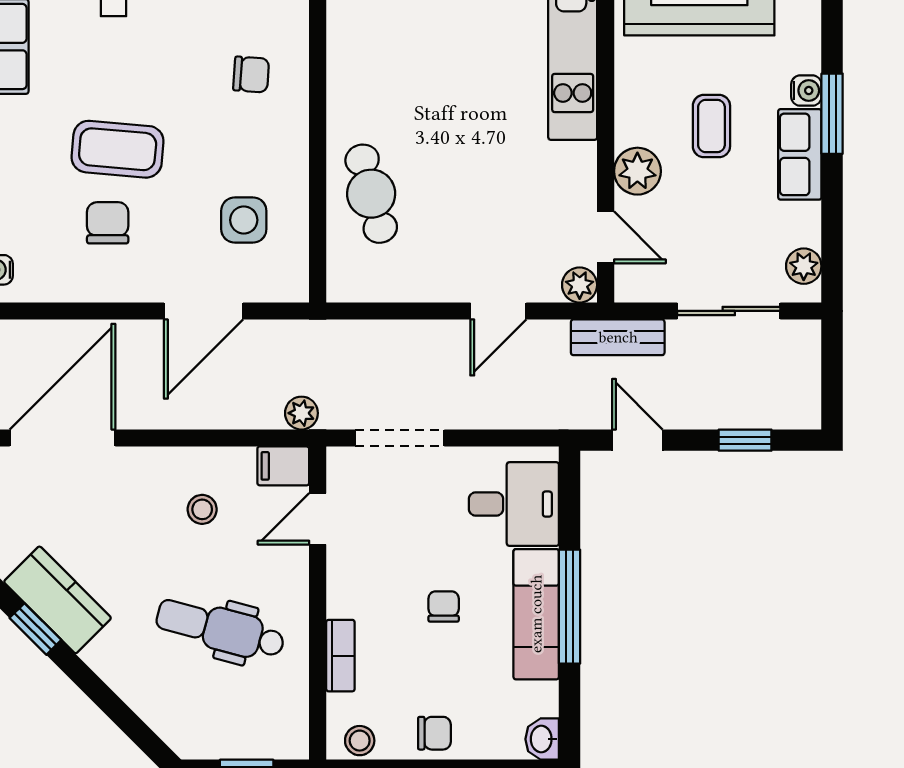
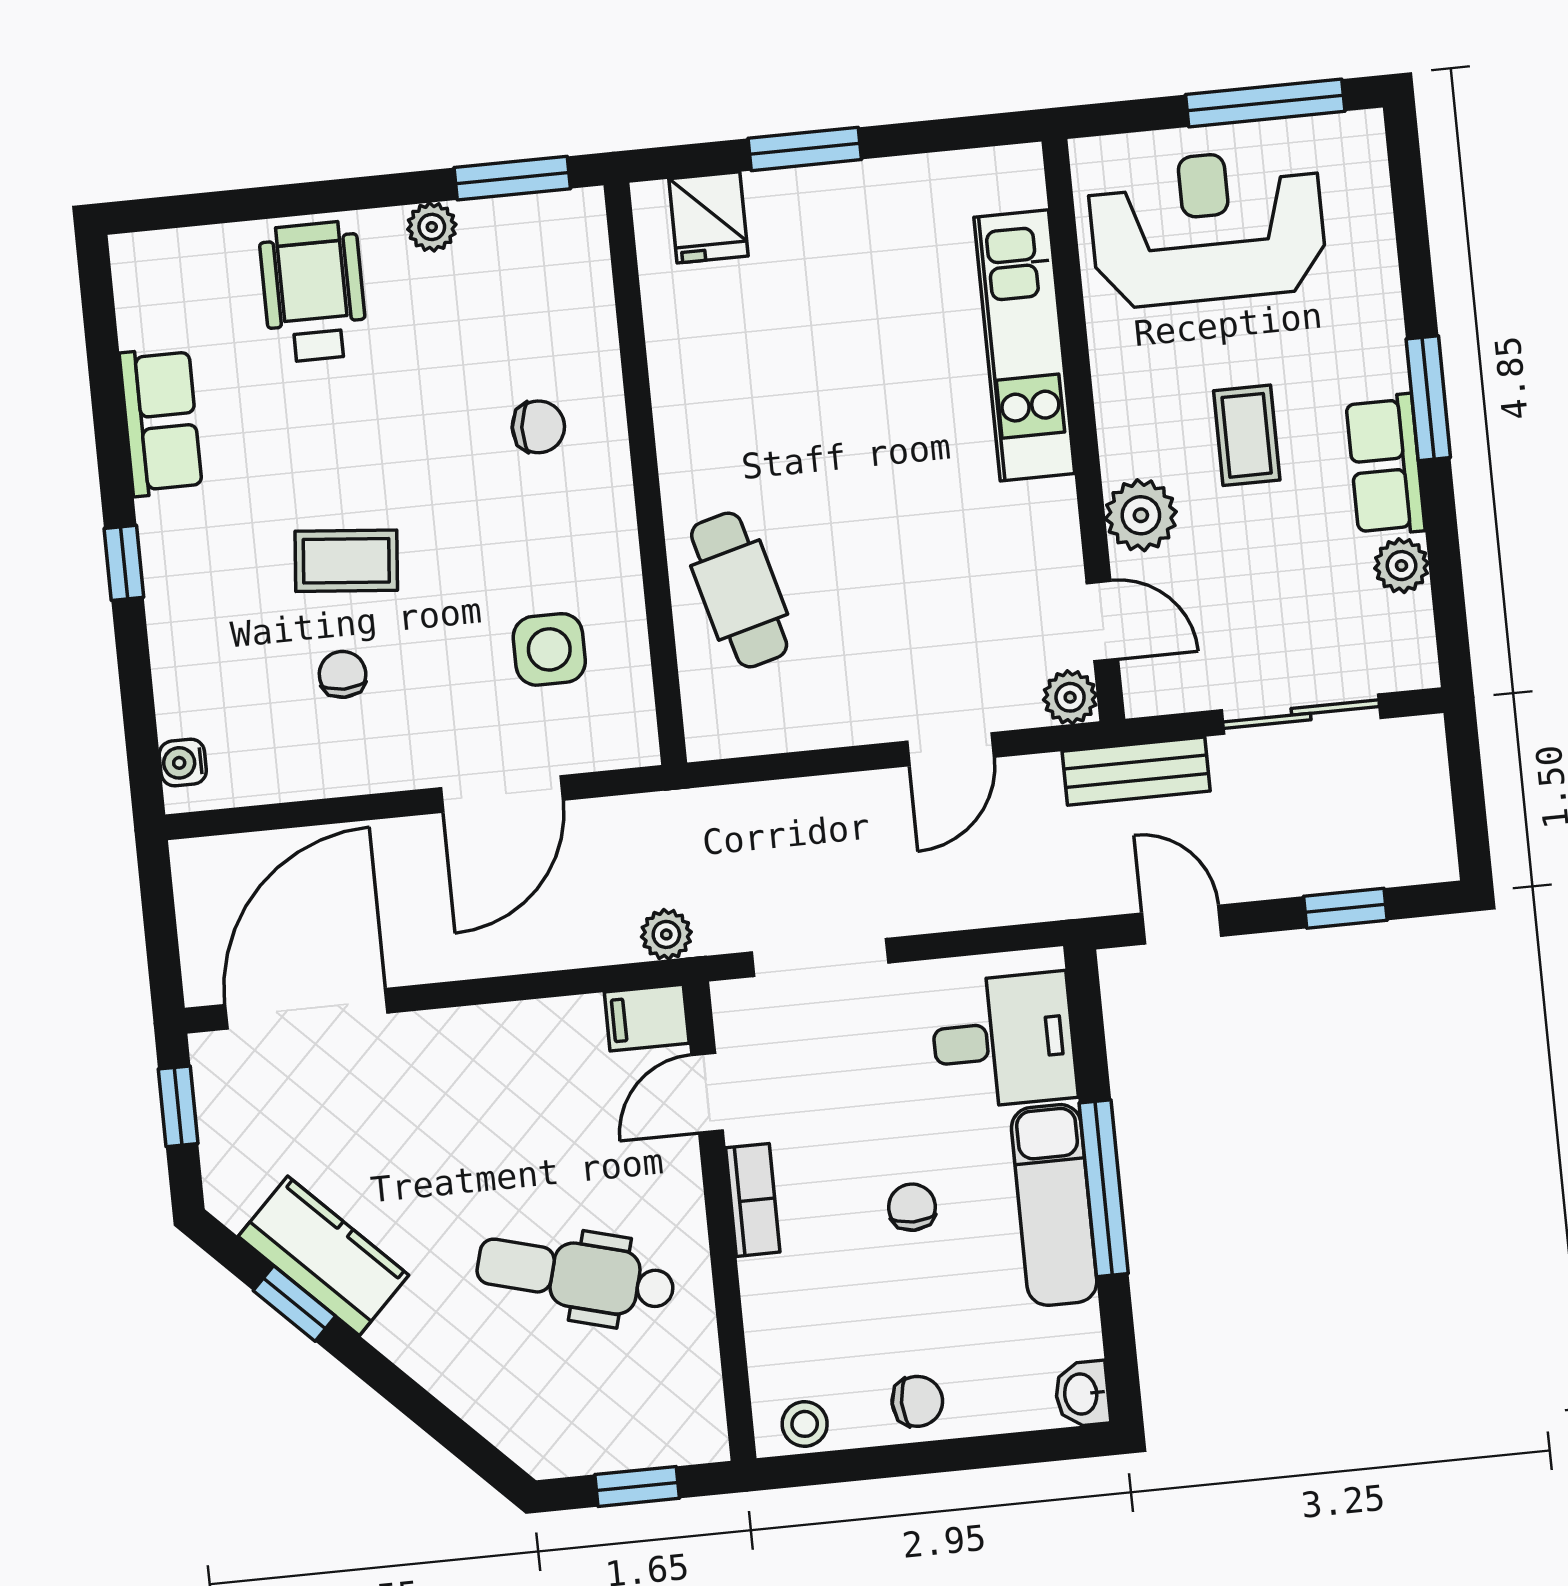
water cooler: (806, 91) -> (1386, 367), removed
coffee table: (118, 149) -> (346, 561), width x0.73, depth x0.77
chair: (108, 223) -> (343, 674), width x0.73, depth x0.73
plant: (804, 266) -> (1401, 566), moved
stool: (202, 509) -> (530, 1096), removed
bookcase: (340, 656) -> (753, 1200), moved

